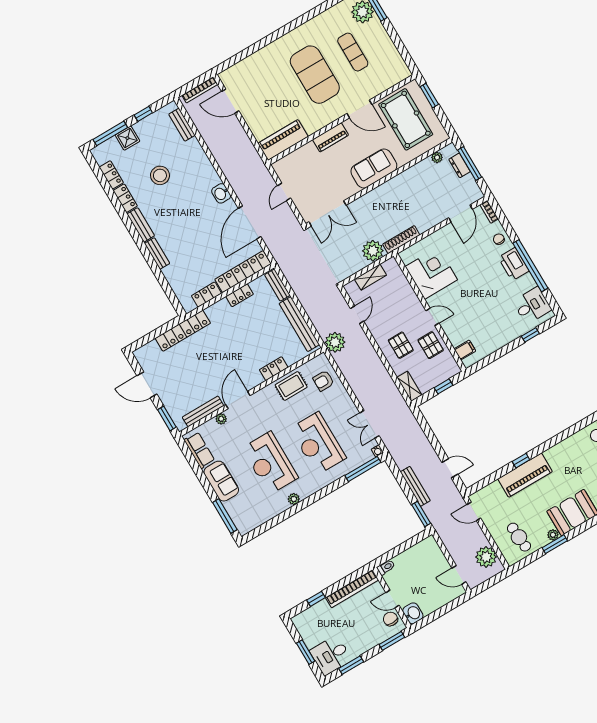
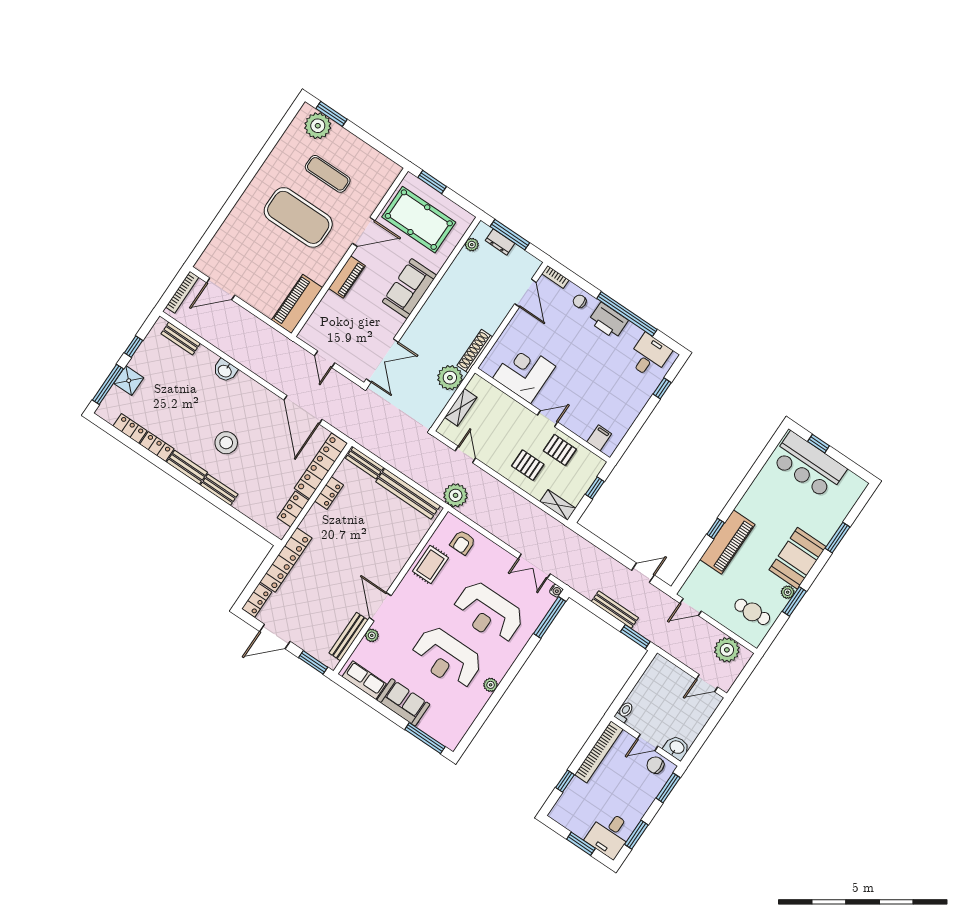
stool: (160, 175) -> (226, 443), moved
washbasin: (221, 193) -> (225, 371), moved
locker: (274, 369) -> (257, 600), moved, turned 180

